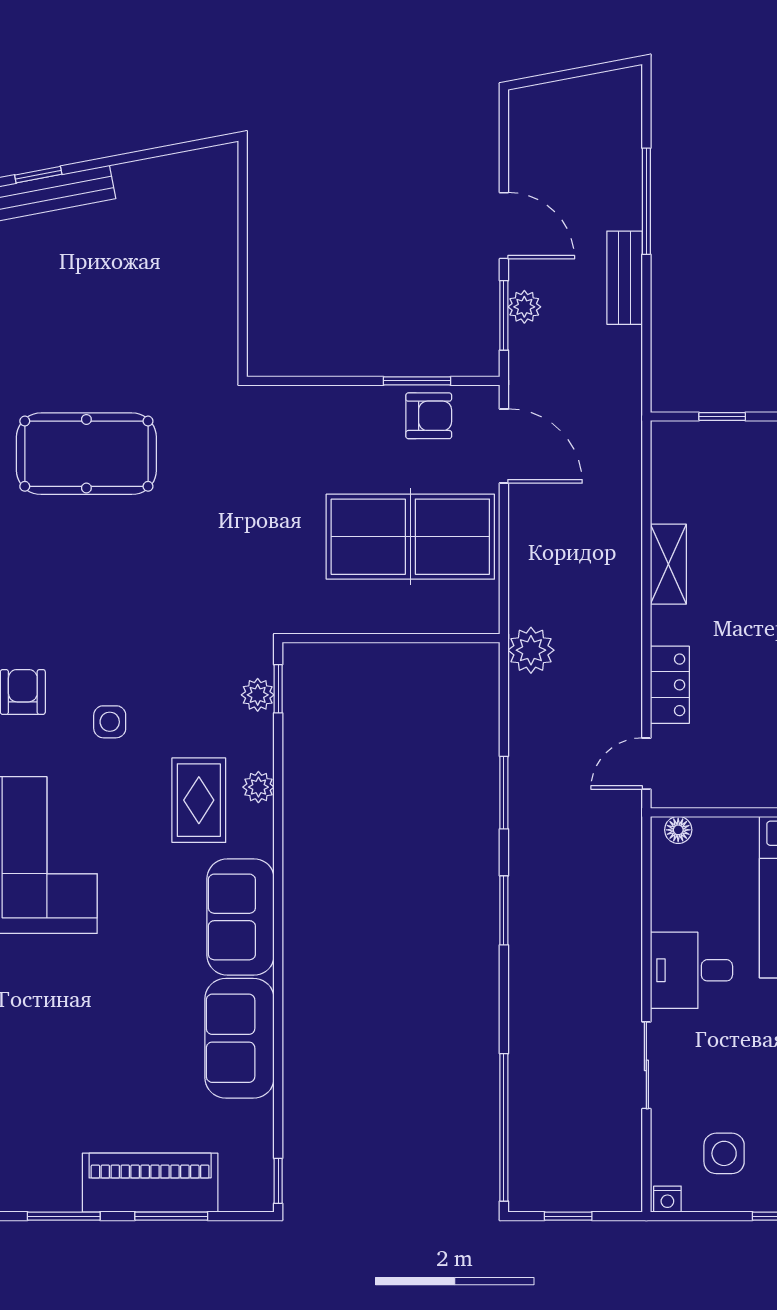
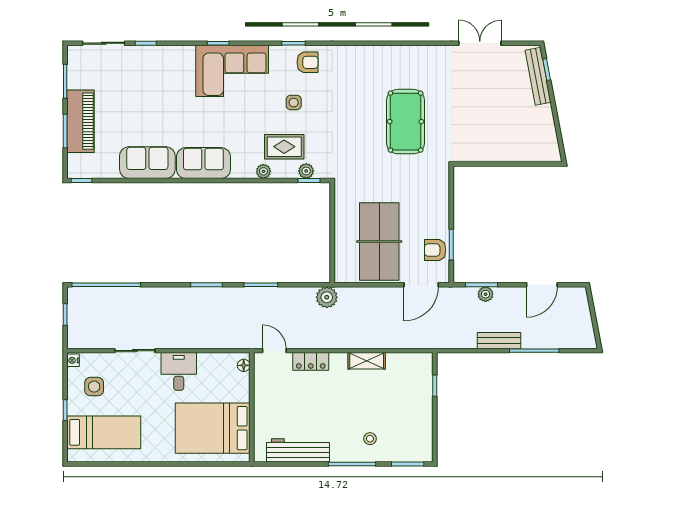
door: (504, 226) -> (542, 285), moved
armchair: (429, 416) -> (435, 250), turned 90
pool table: (86, 454) -> (406, 122), moved
rug: (199, 800) -> (284, 147), moved

